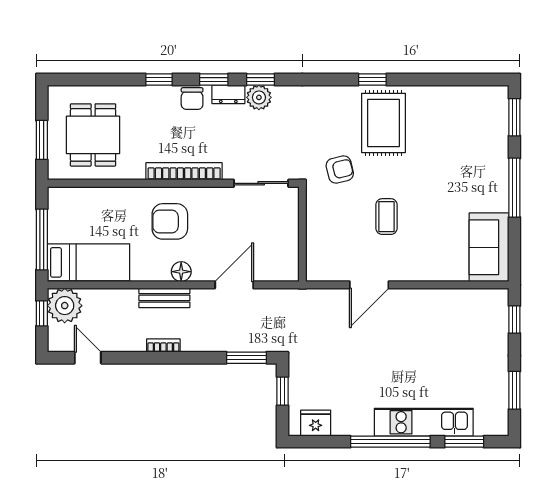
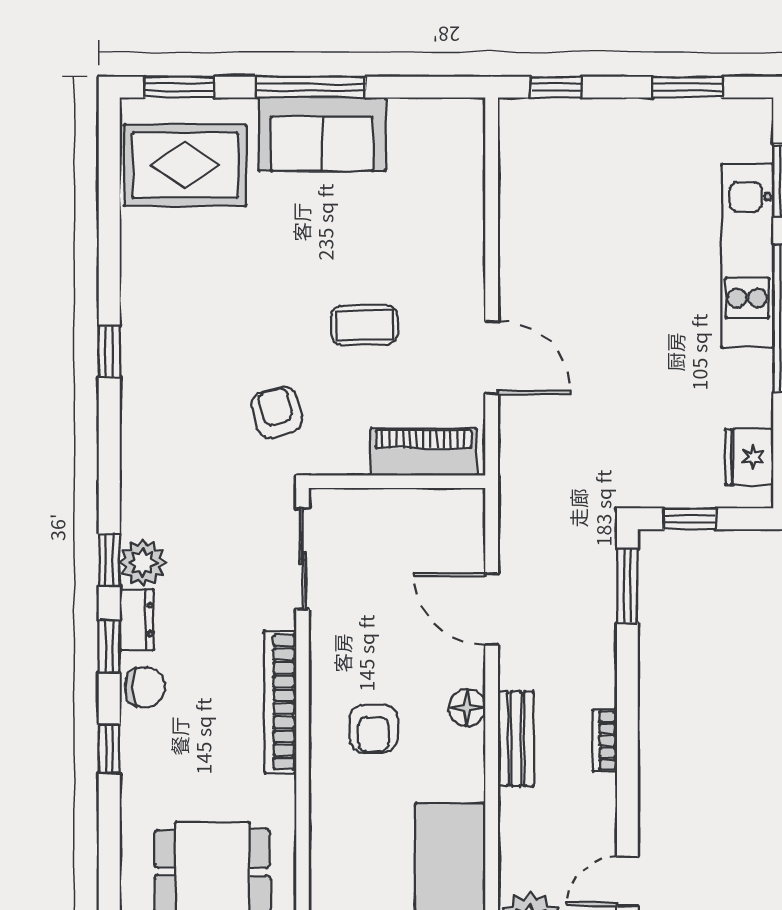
rug: (383, 123) -> (185, 165), moved
armchair: (170, 221) -> (374, 729), width x0.72, depth x0.72
sofa: (489, 247) -> (322, 134), moved
piano: (318, 248) -> (423, 452), added

